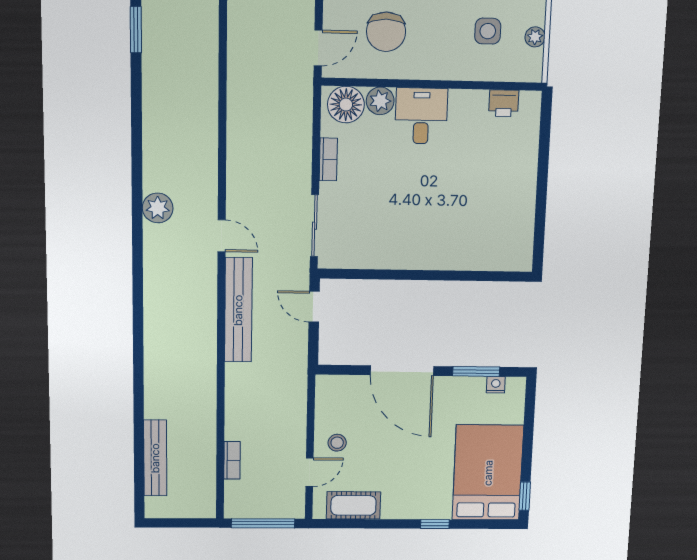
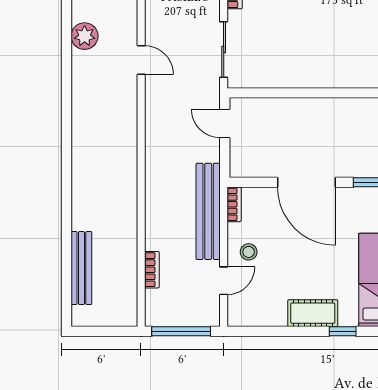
bench: (238, 310) -> (208, 211), moved
bookcase: (322, 393) -> (234, 204), added
cot: (353, 505) -> (313, 313), moved

